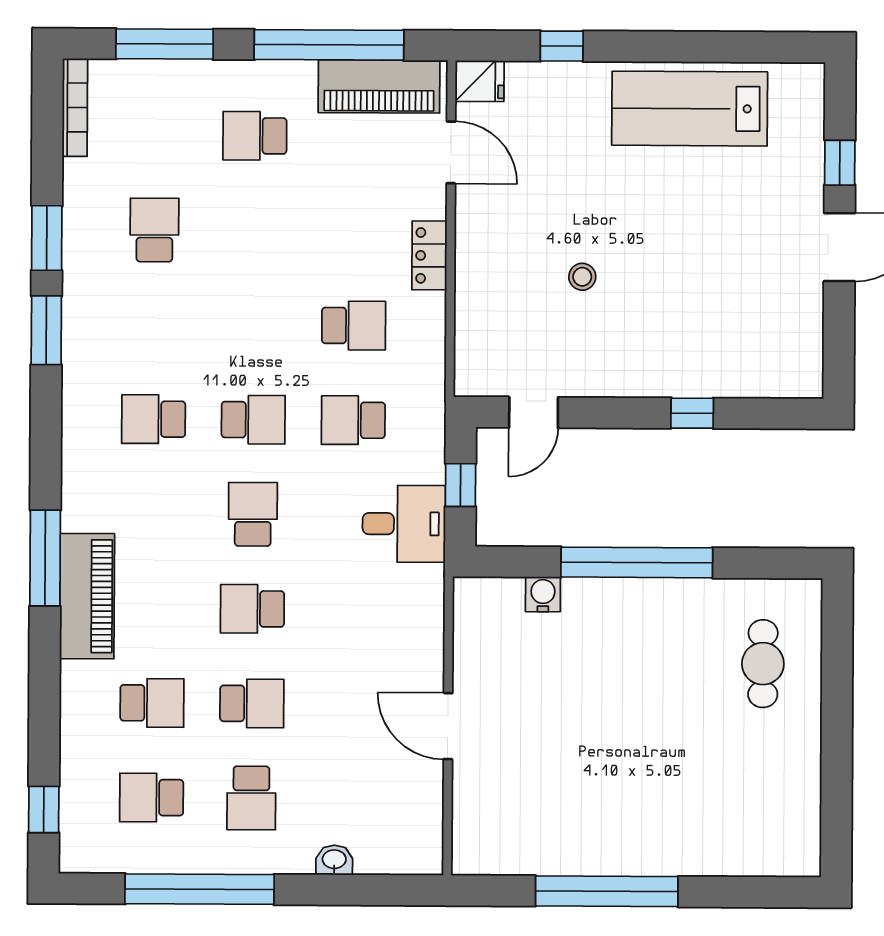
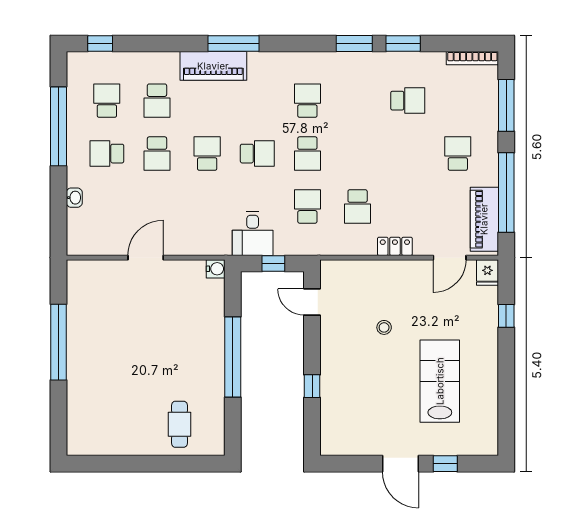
lab bench: (690, 109) -> (440, 381), moved
water cooler: (543, 594) -> (216, 269), moved
cafe table: (763, 664) -> (179, 424), turned 90

